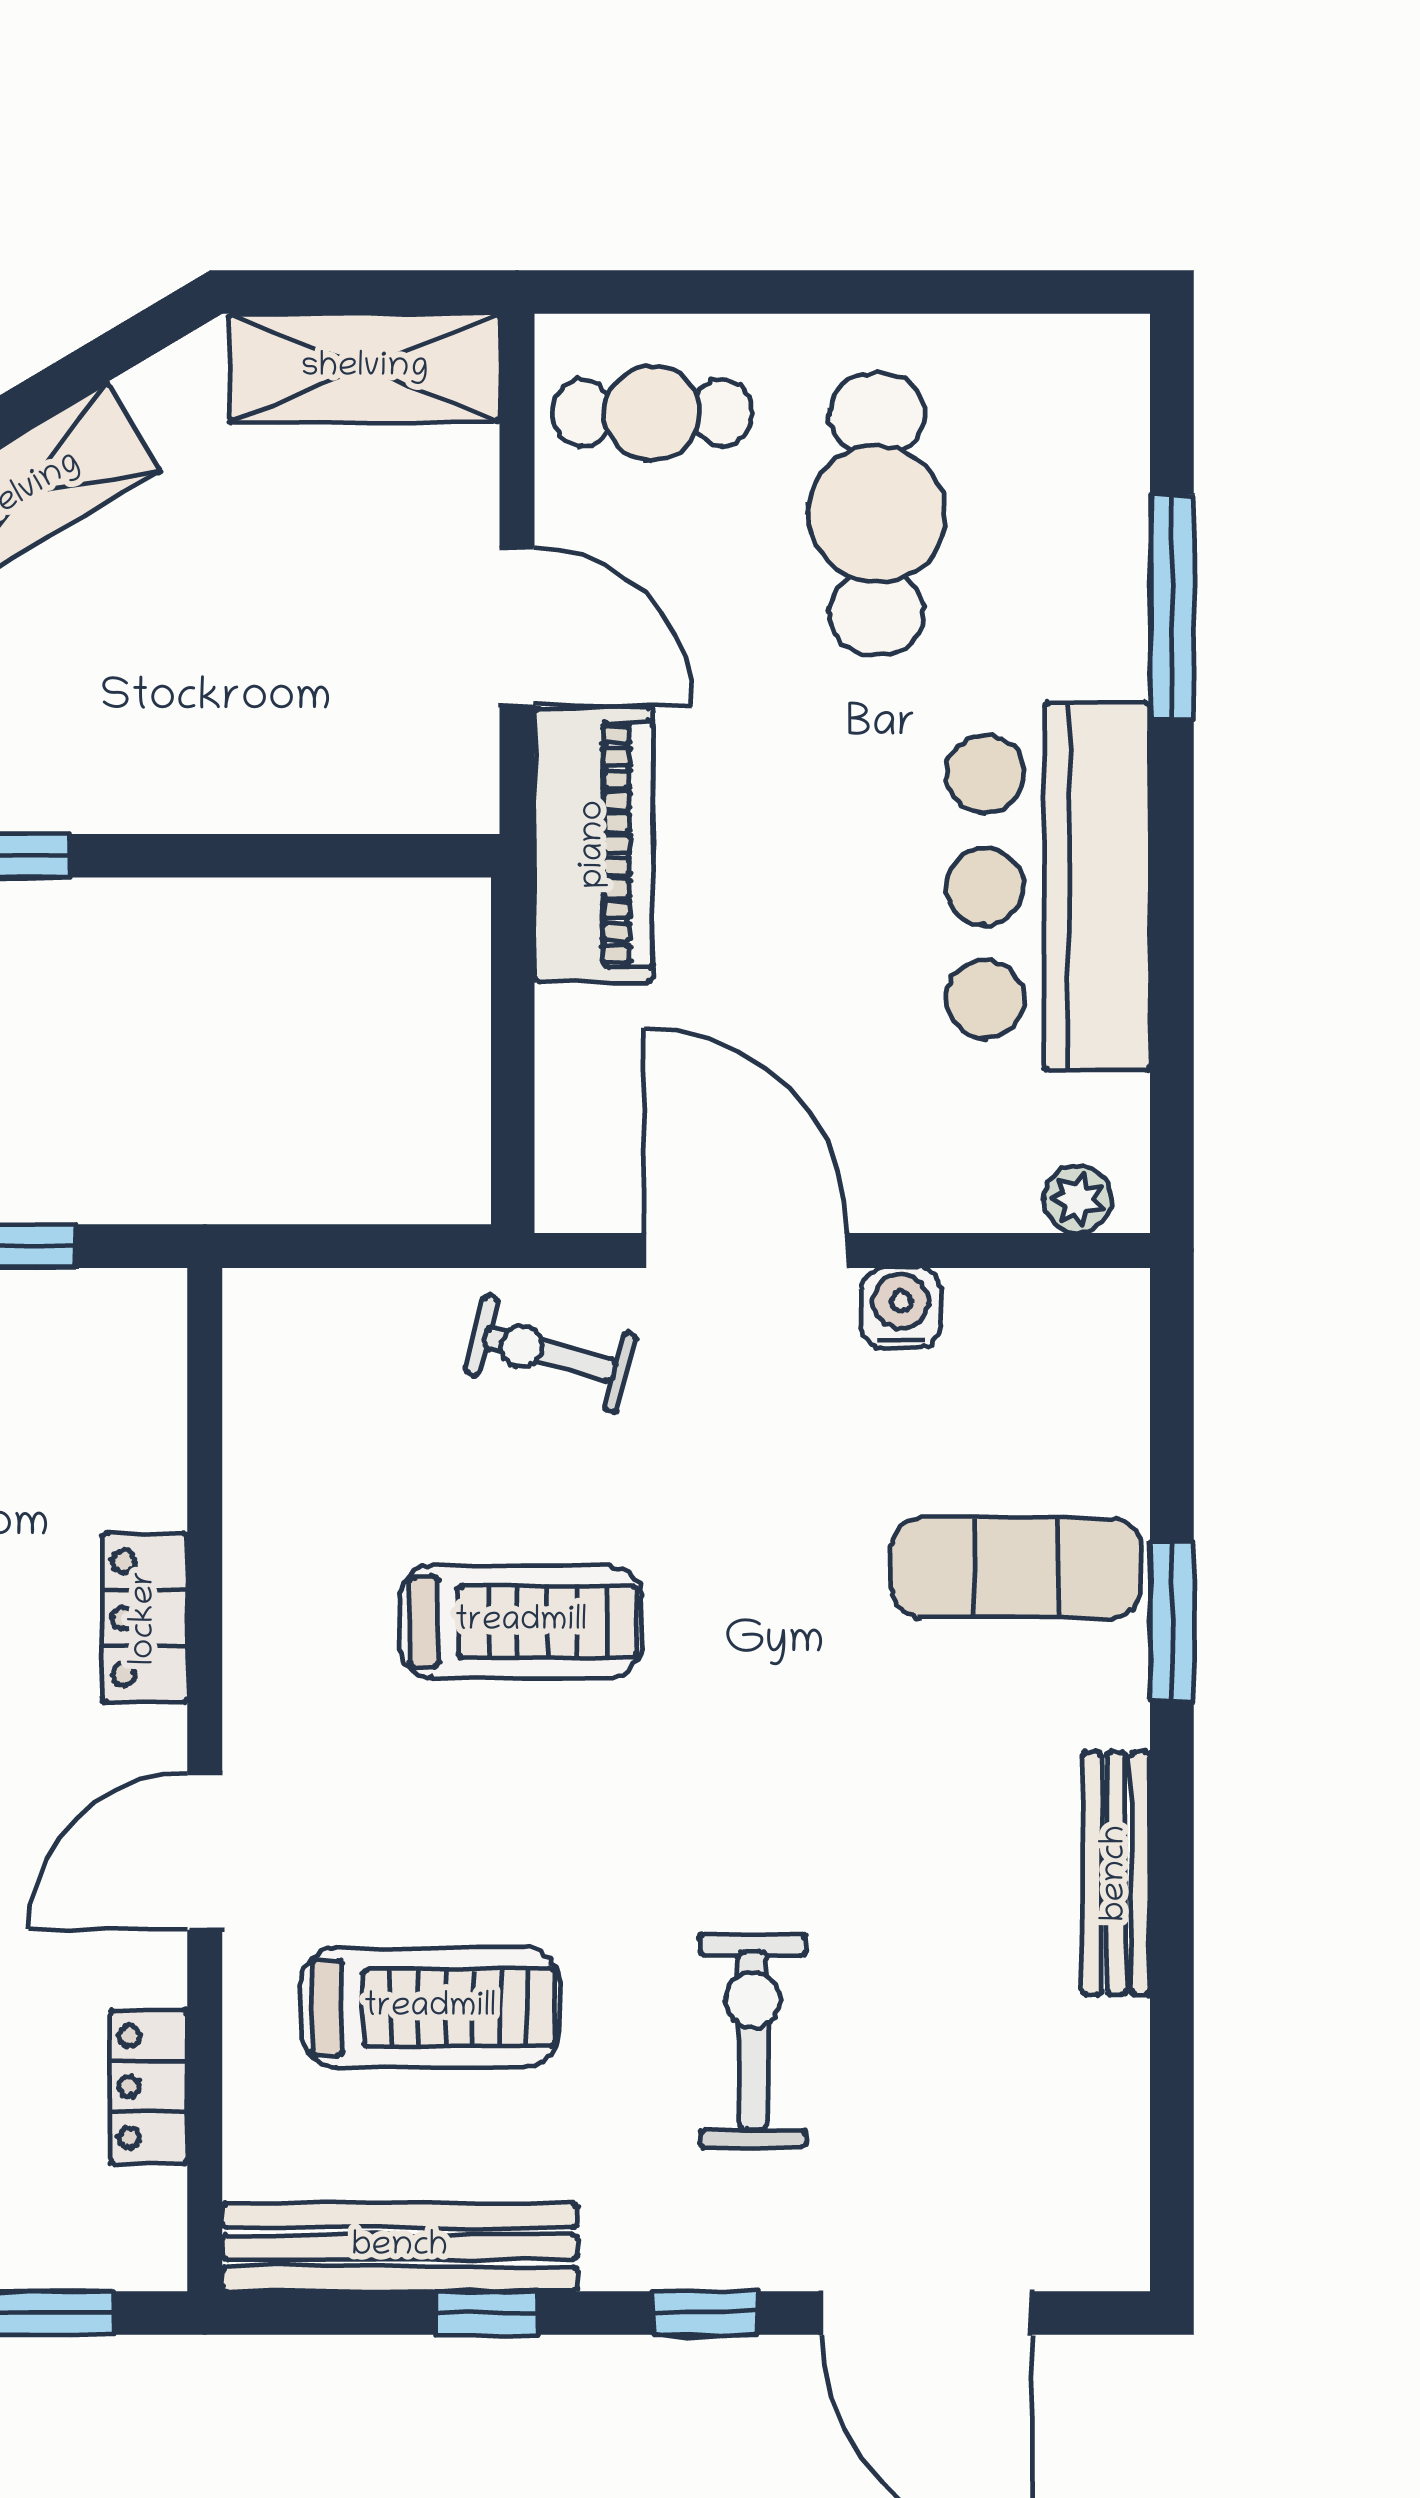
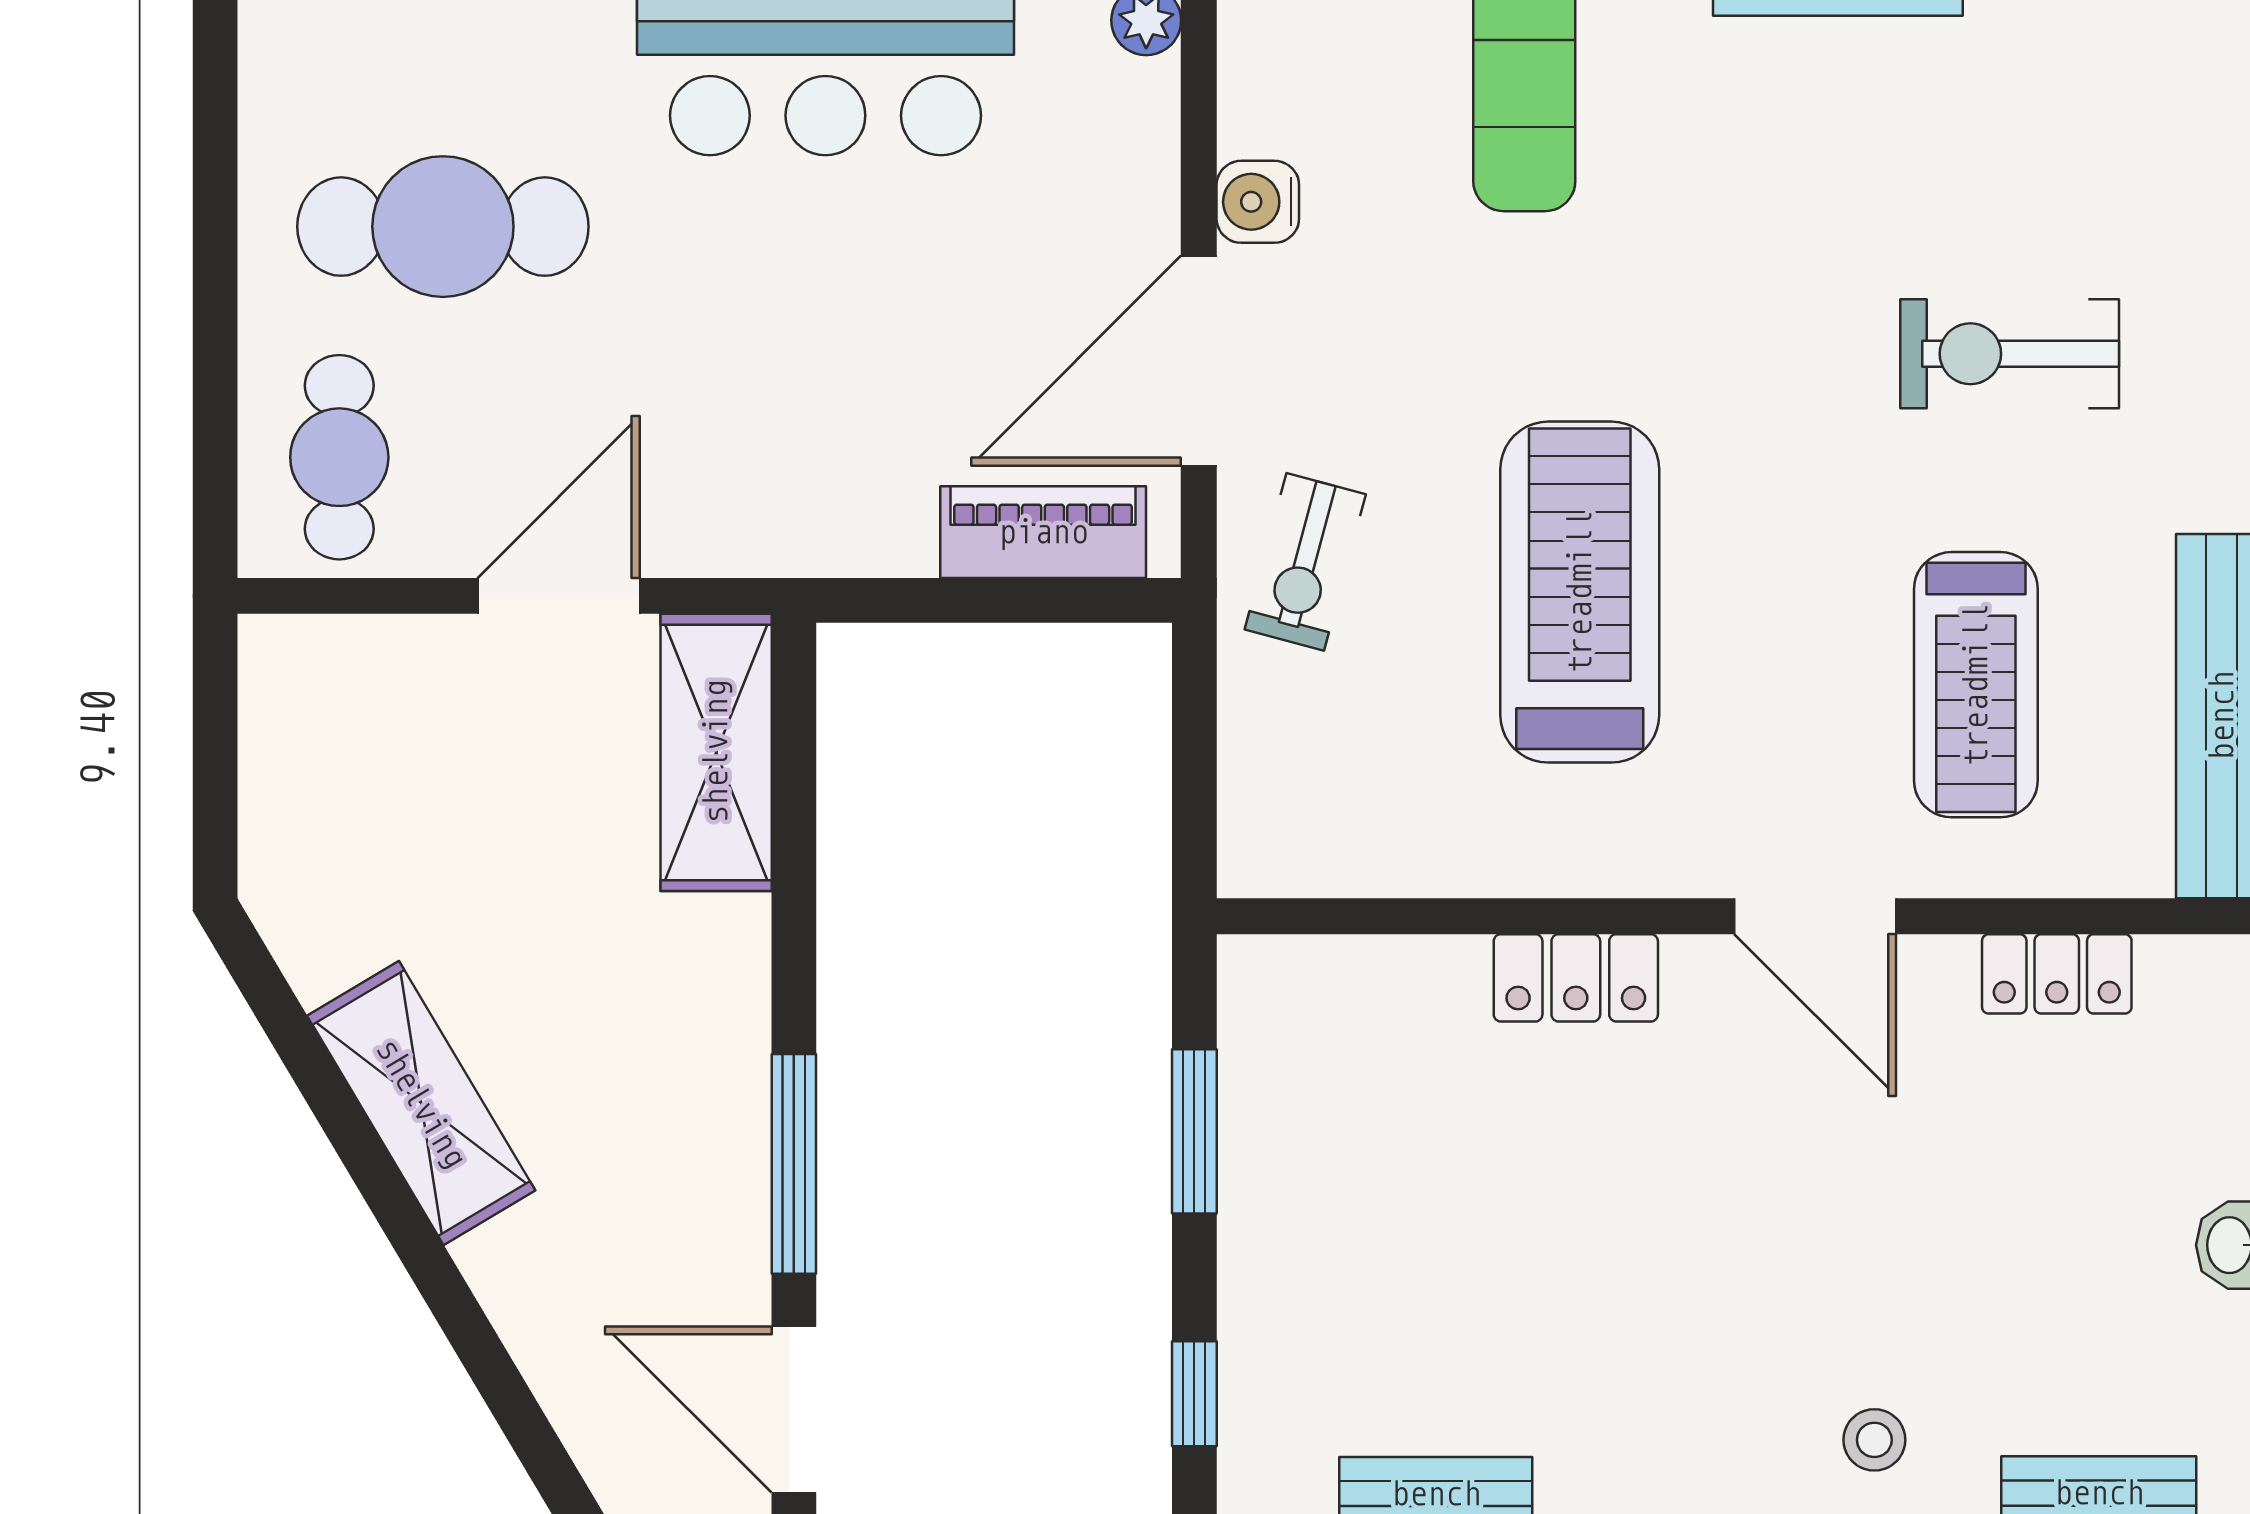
shelving: (365, 368) -> (716, 752), moved
piano: (594, 844) -> (1043, 532), moved, width x0.73, depth x0.75
treadmill: (521, 1622) -> (1580, 592), width x1.37, depth x1.38
treadmill: (430, 2008) -> (1976, 685), turned 180

